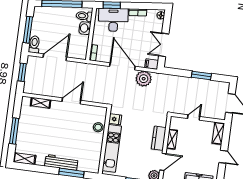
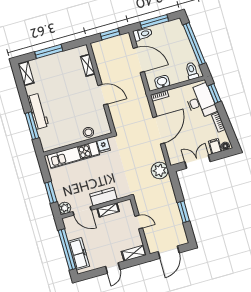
washbasin: (85, 28) -> (162, 82), moved
filing cabinet: (152, 64) -> (215, 146), moved
plant: (144, 79) -> (160, 170), moved

